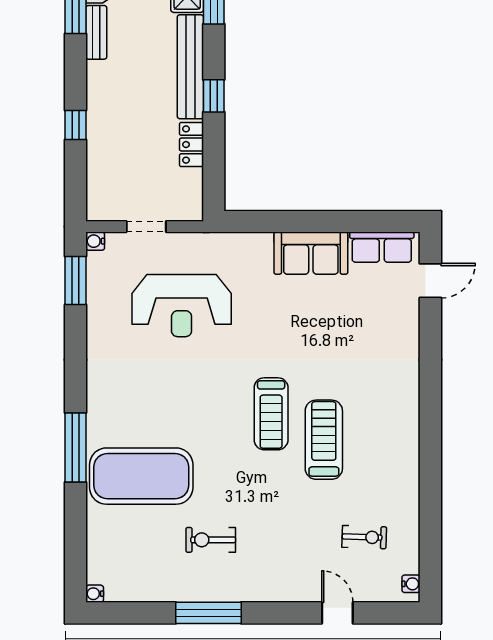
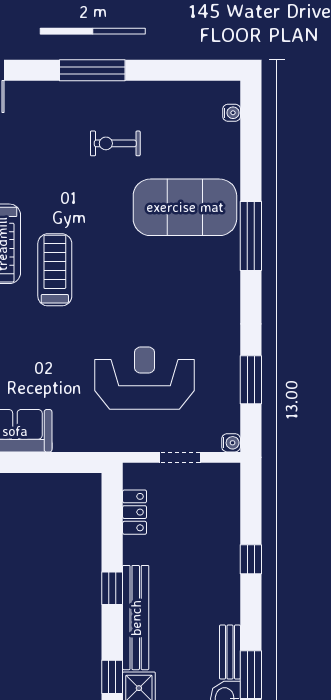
locker: (191, 145) -> (135, 512), moved
window: (75, 280) -> (251, 380), moved
exercise bike: (211, 540) -> (115, 143), turned 180
water cooler: (95, 594) -> (232, 113), moved
window: (208, 613) -> (92, 70), moved

